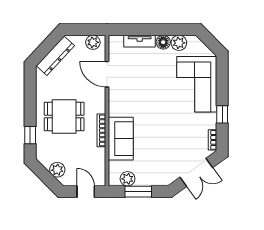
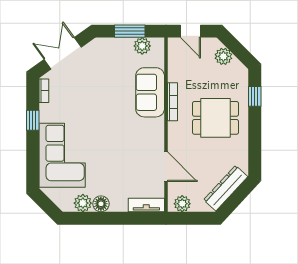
tv unit: (140, 41) -> (146, 205), moved

